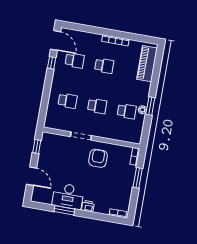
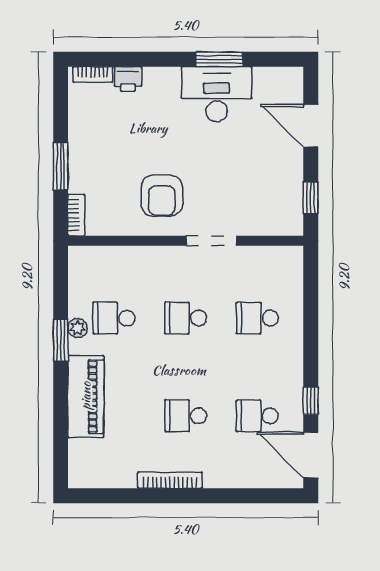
piano: (147, 64) -> (86, 396), moved
printer: (88, 206) -> (128, 79), moved

